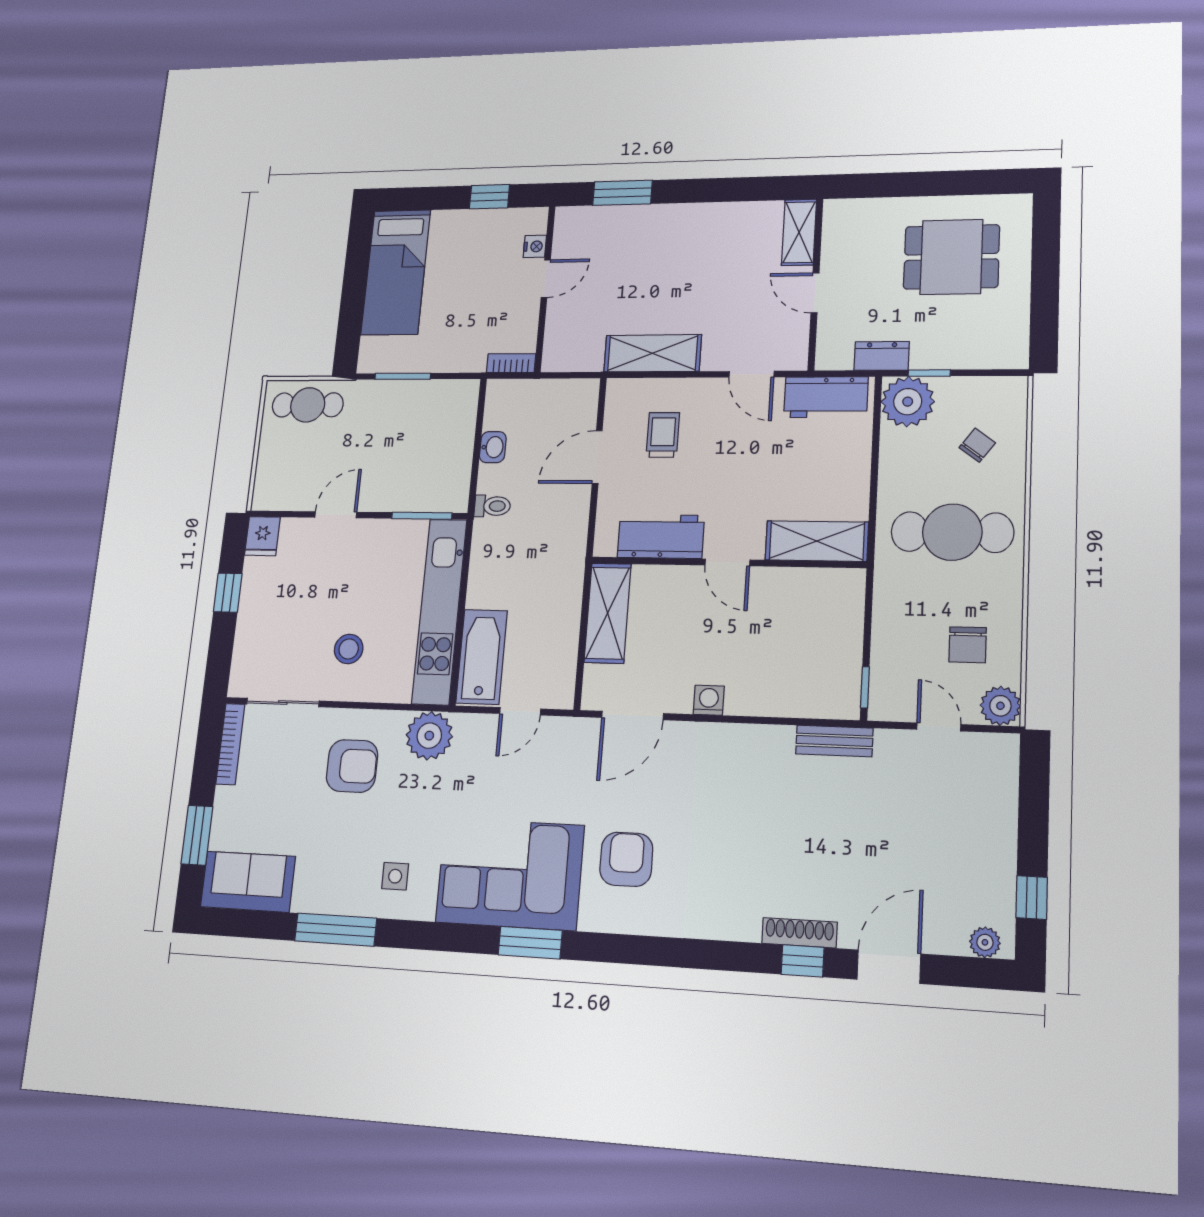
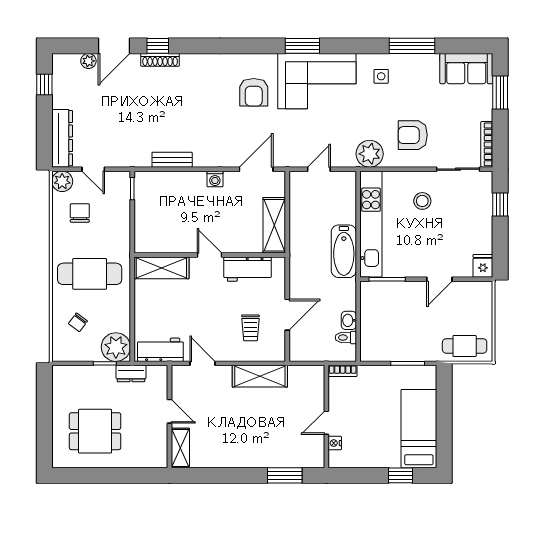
window: (489, 197) -> (401, 475), moved
toilet: (492, 506) -> (346, 338), moved
window: (228, 593) -> (500, 205), moved
bathtub: (482, 657) -> (344, 251), moved
bench: (834, 741) -> (172, 160), moved
dresser: (998, 789) -> (62, 138), added
plant: (985, 942) -> (88, 61), moved

